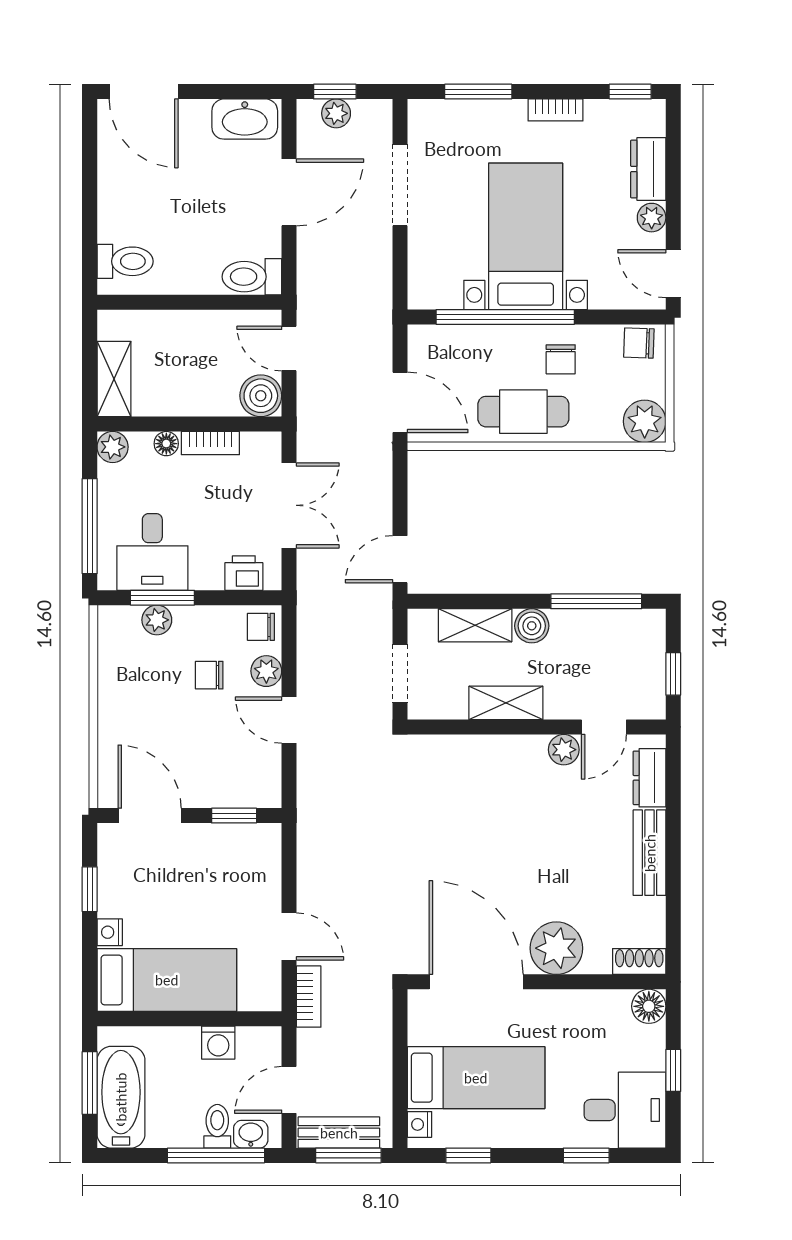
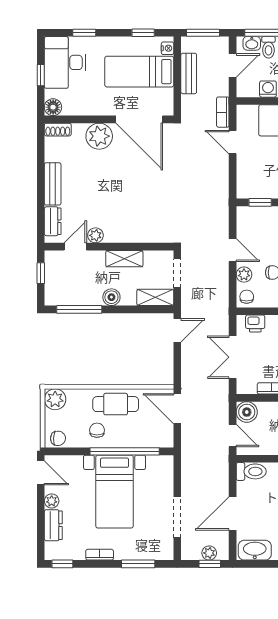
shelving: (475, 625) -> (155, 297), moved
chair: (261, 627) -> (247, 297), turned -90
desk: (625, 1110) -> (65, 62), width x1.37
bench: (339, 1133) -> (189, 73), moved, turned 90

